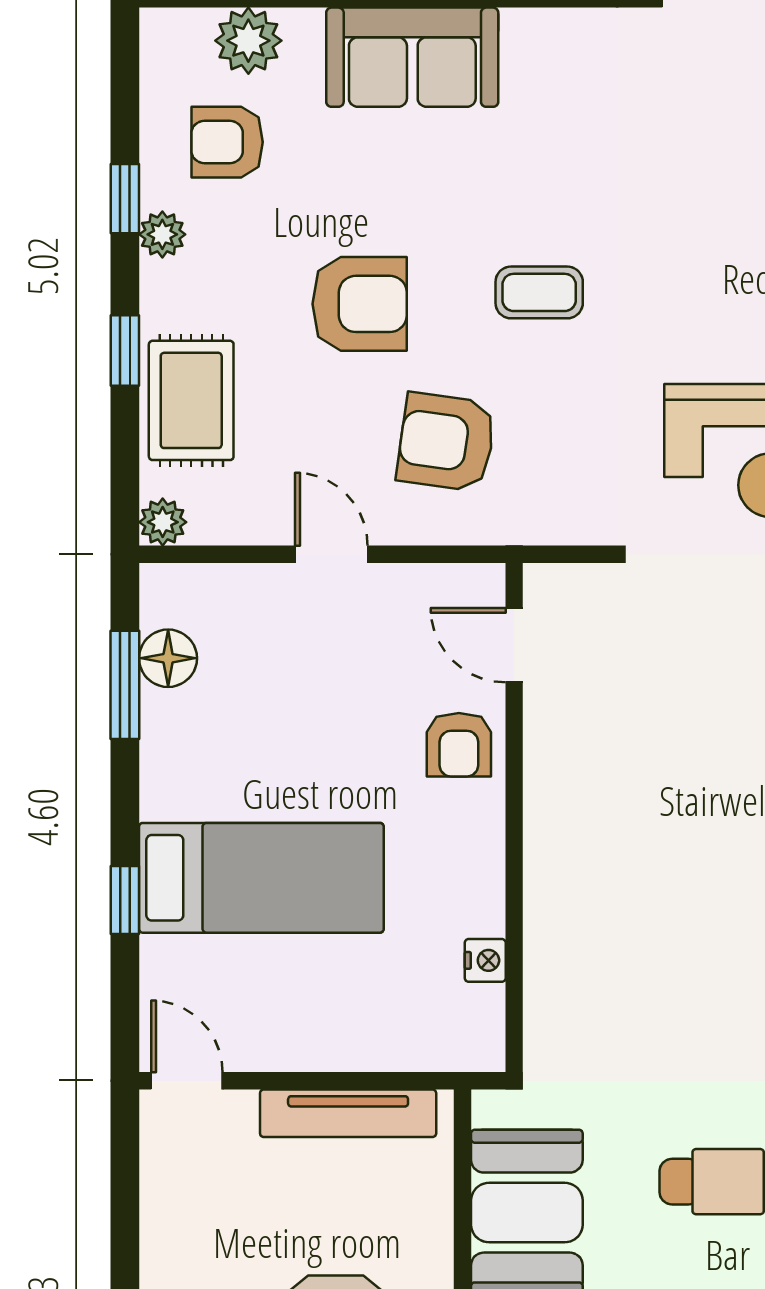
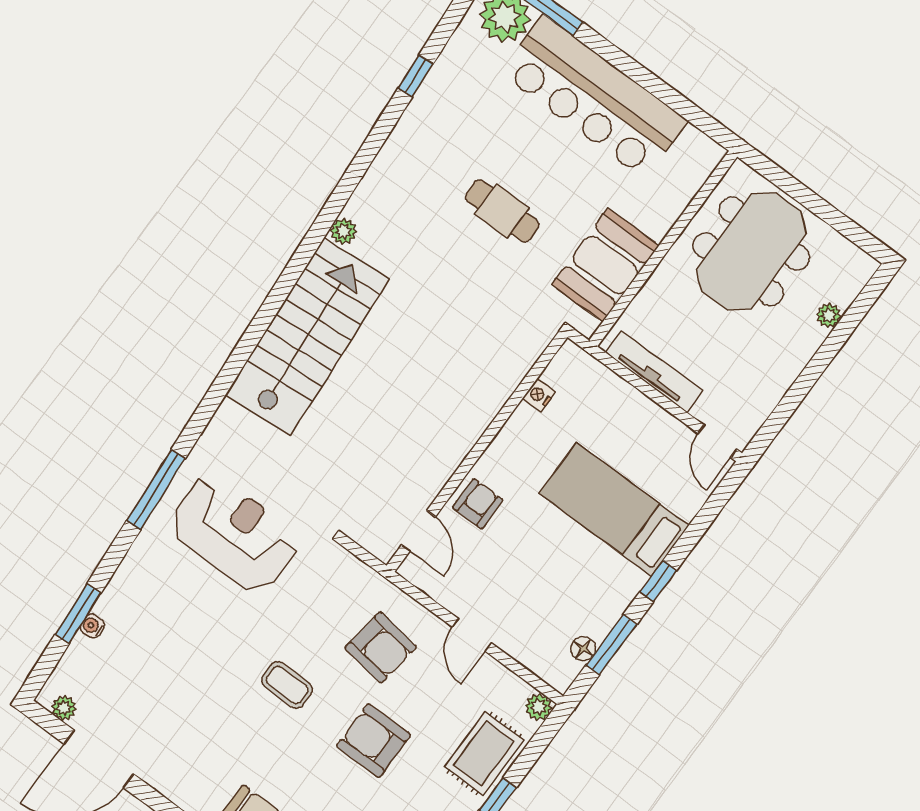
floor lamp: (168, 658) -> (583, 649), width x0.73, depth x0.73
window: (125, 900) -> (658, 581), moved

